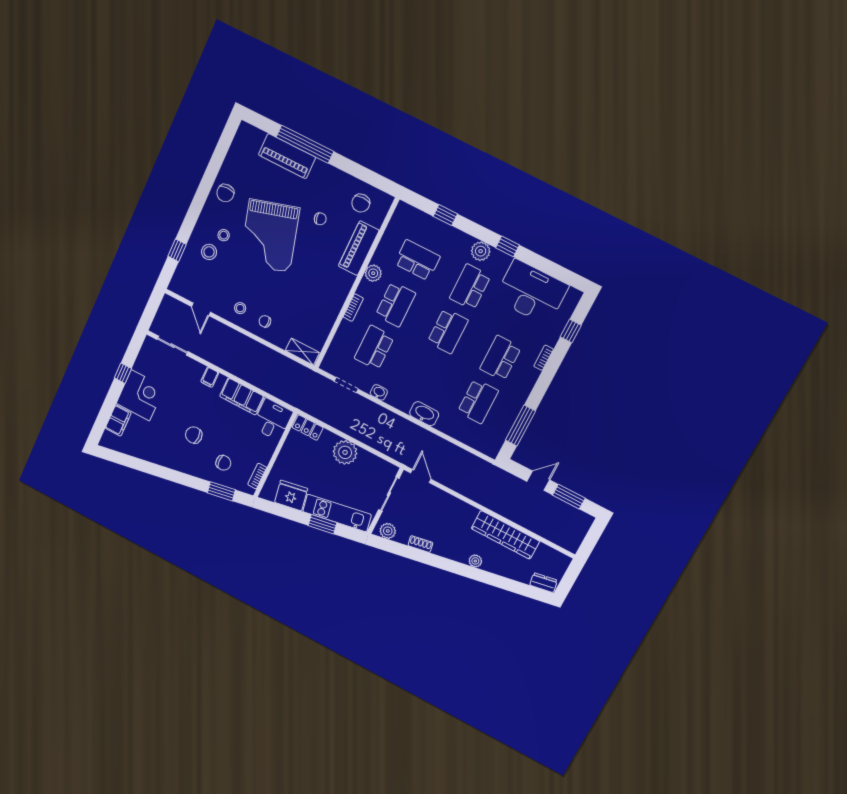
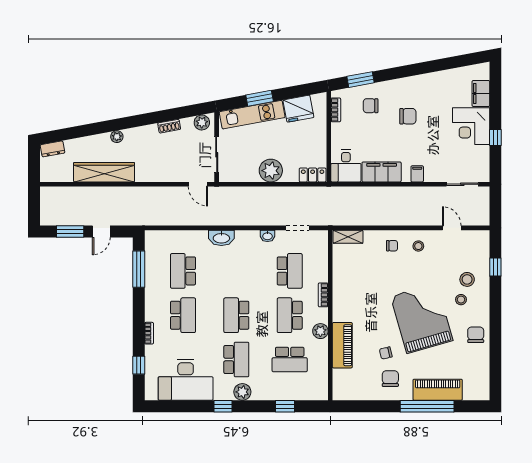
chair: (361, 203) -> (390, 379), moved

